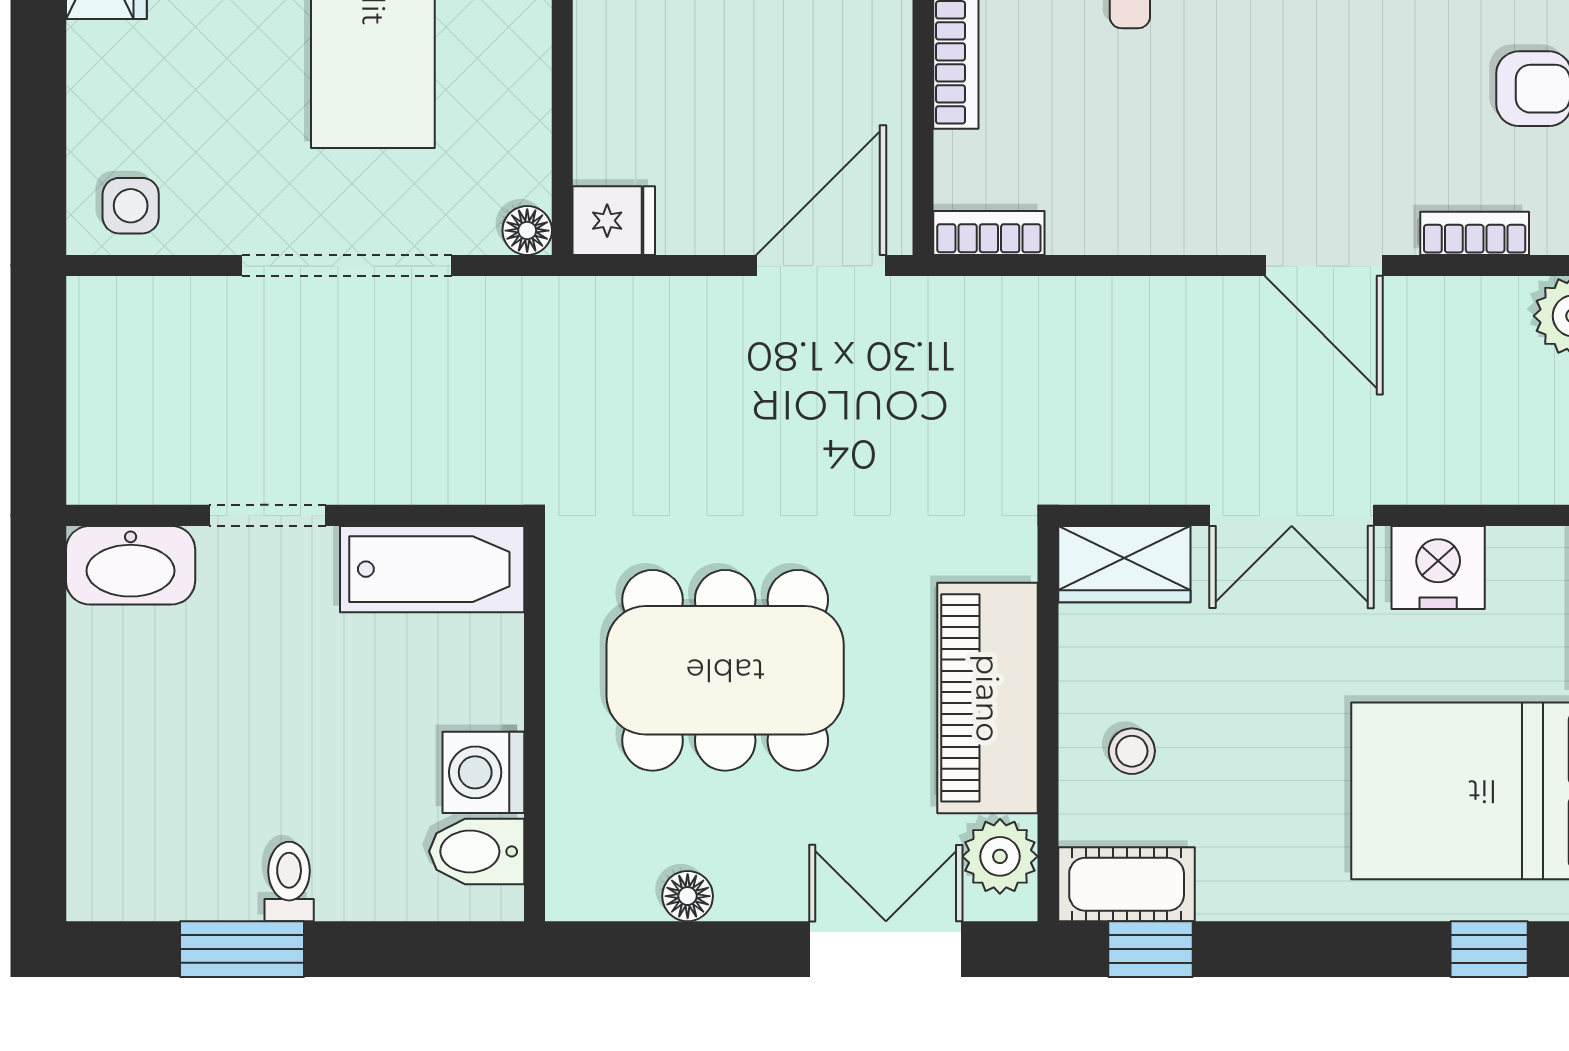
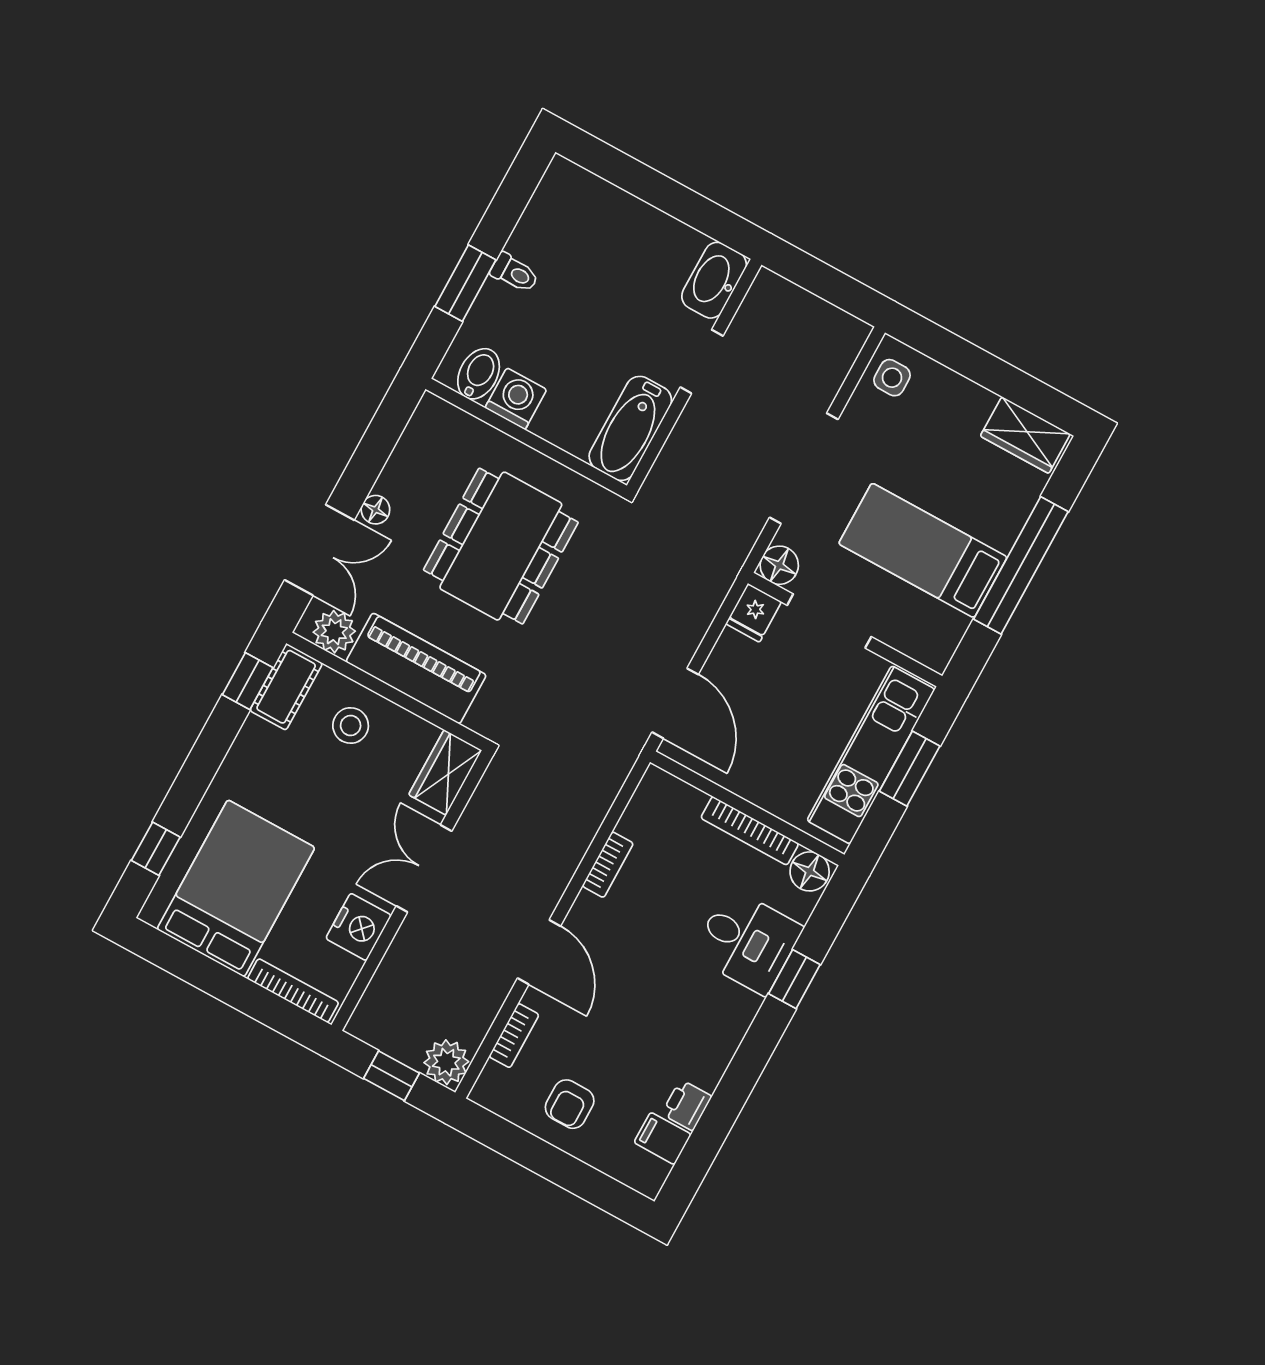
doorway: (562, 96) -> (829, 621), added
floor lamp: (527, 231) -> (779, 565), width x1.37, depth x1.37
bookcase: (989, 233) -> (608, 865), moved
door: (1324, 266) -> (539, 952), swing flipped
stool: (1132, 751) -> (351, 725), width x1.37, depth x1.37
floor lamp: (688, 896) -> (375, 510), moved
window: (242, 949) -> (465, 283), moved

